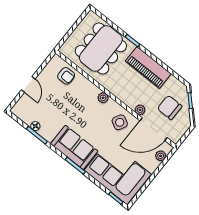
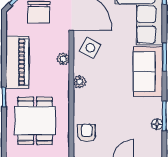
dining table: (101, 48) -> (35, 121), width x0.73
plant: (140, 110) -> (63, 59), moved

